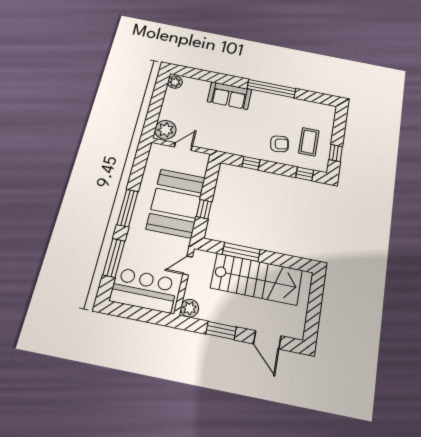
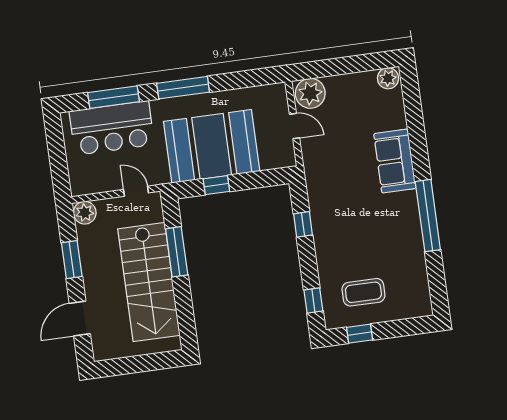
armchair: (280, 144) -> (346, 254), removed
bar counter: (144, 290) -> (112, 128), moved, turned 90

